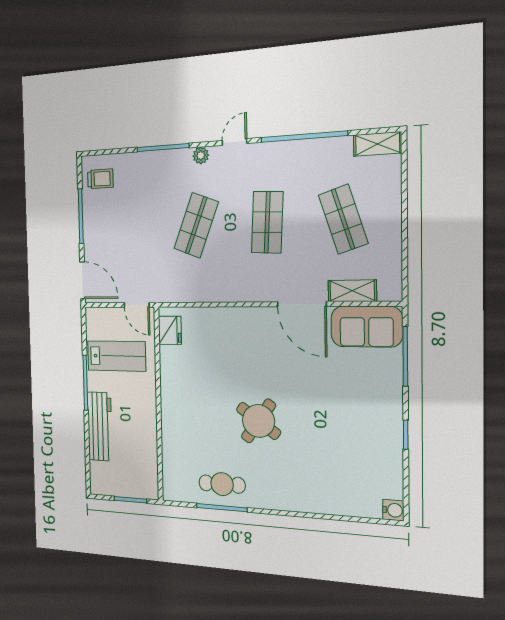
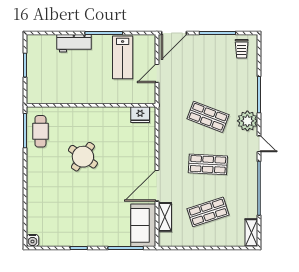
plant: (201, 155) -> (247, 121), width x1.88, depth x1.88
fridge: (170, 330) -> (140, 115), moved
wall: (158, 404) -> (91, 105), moved
workbench: (100, 426) -> (74, 43), width x0.73

